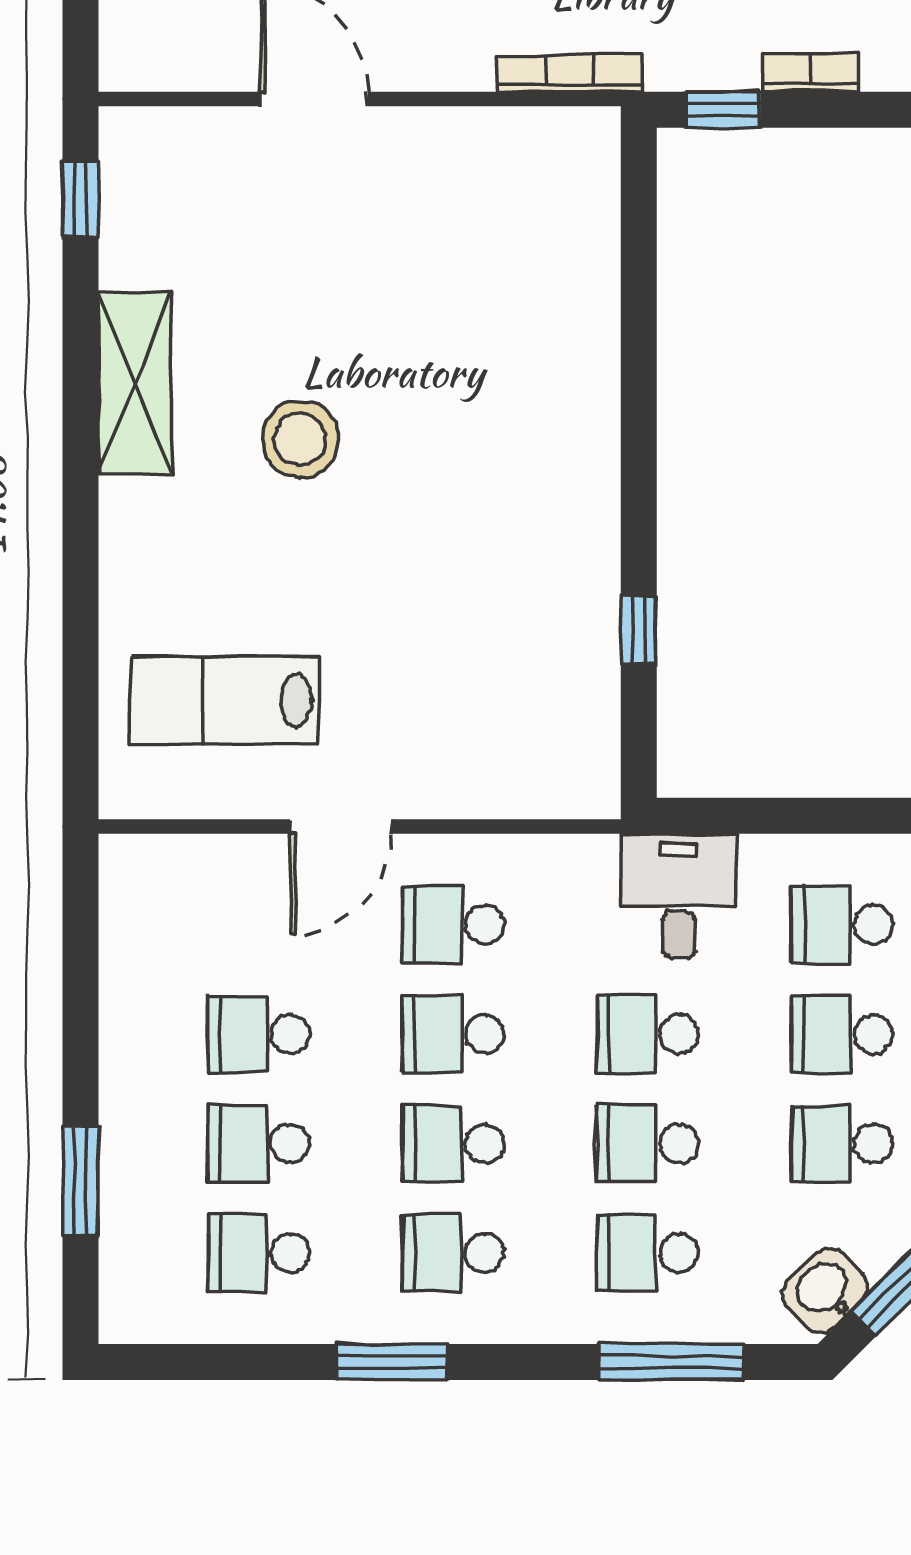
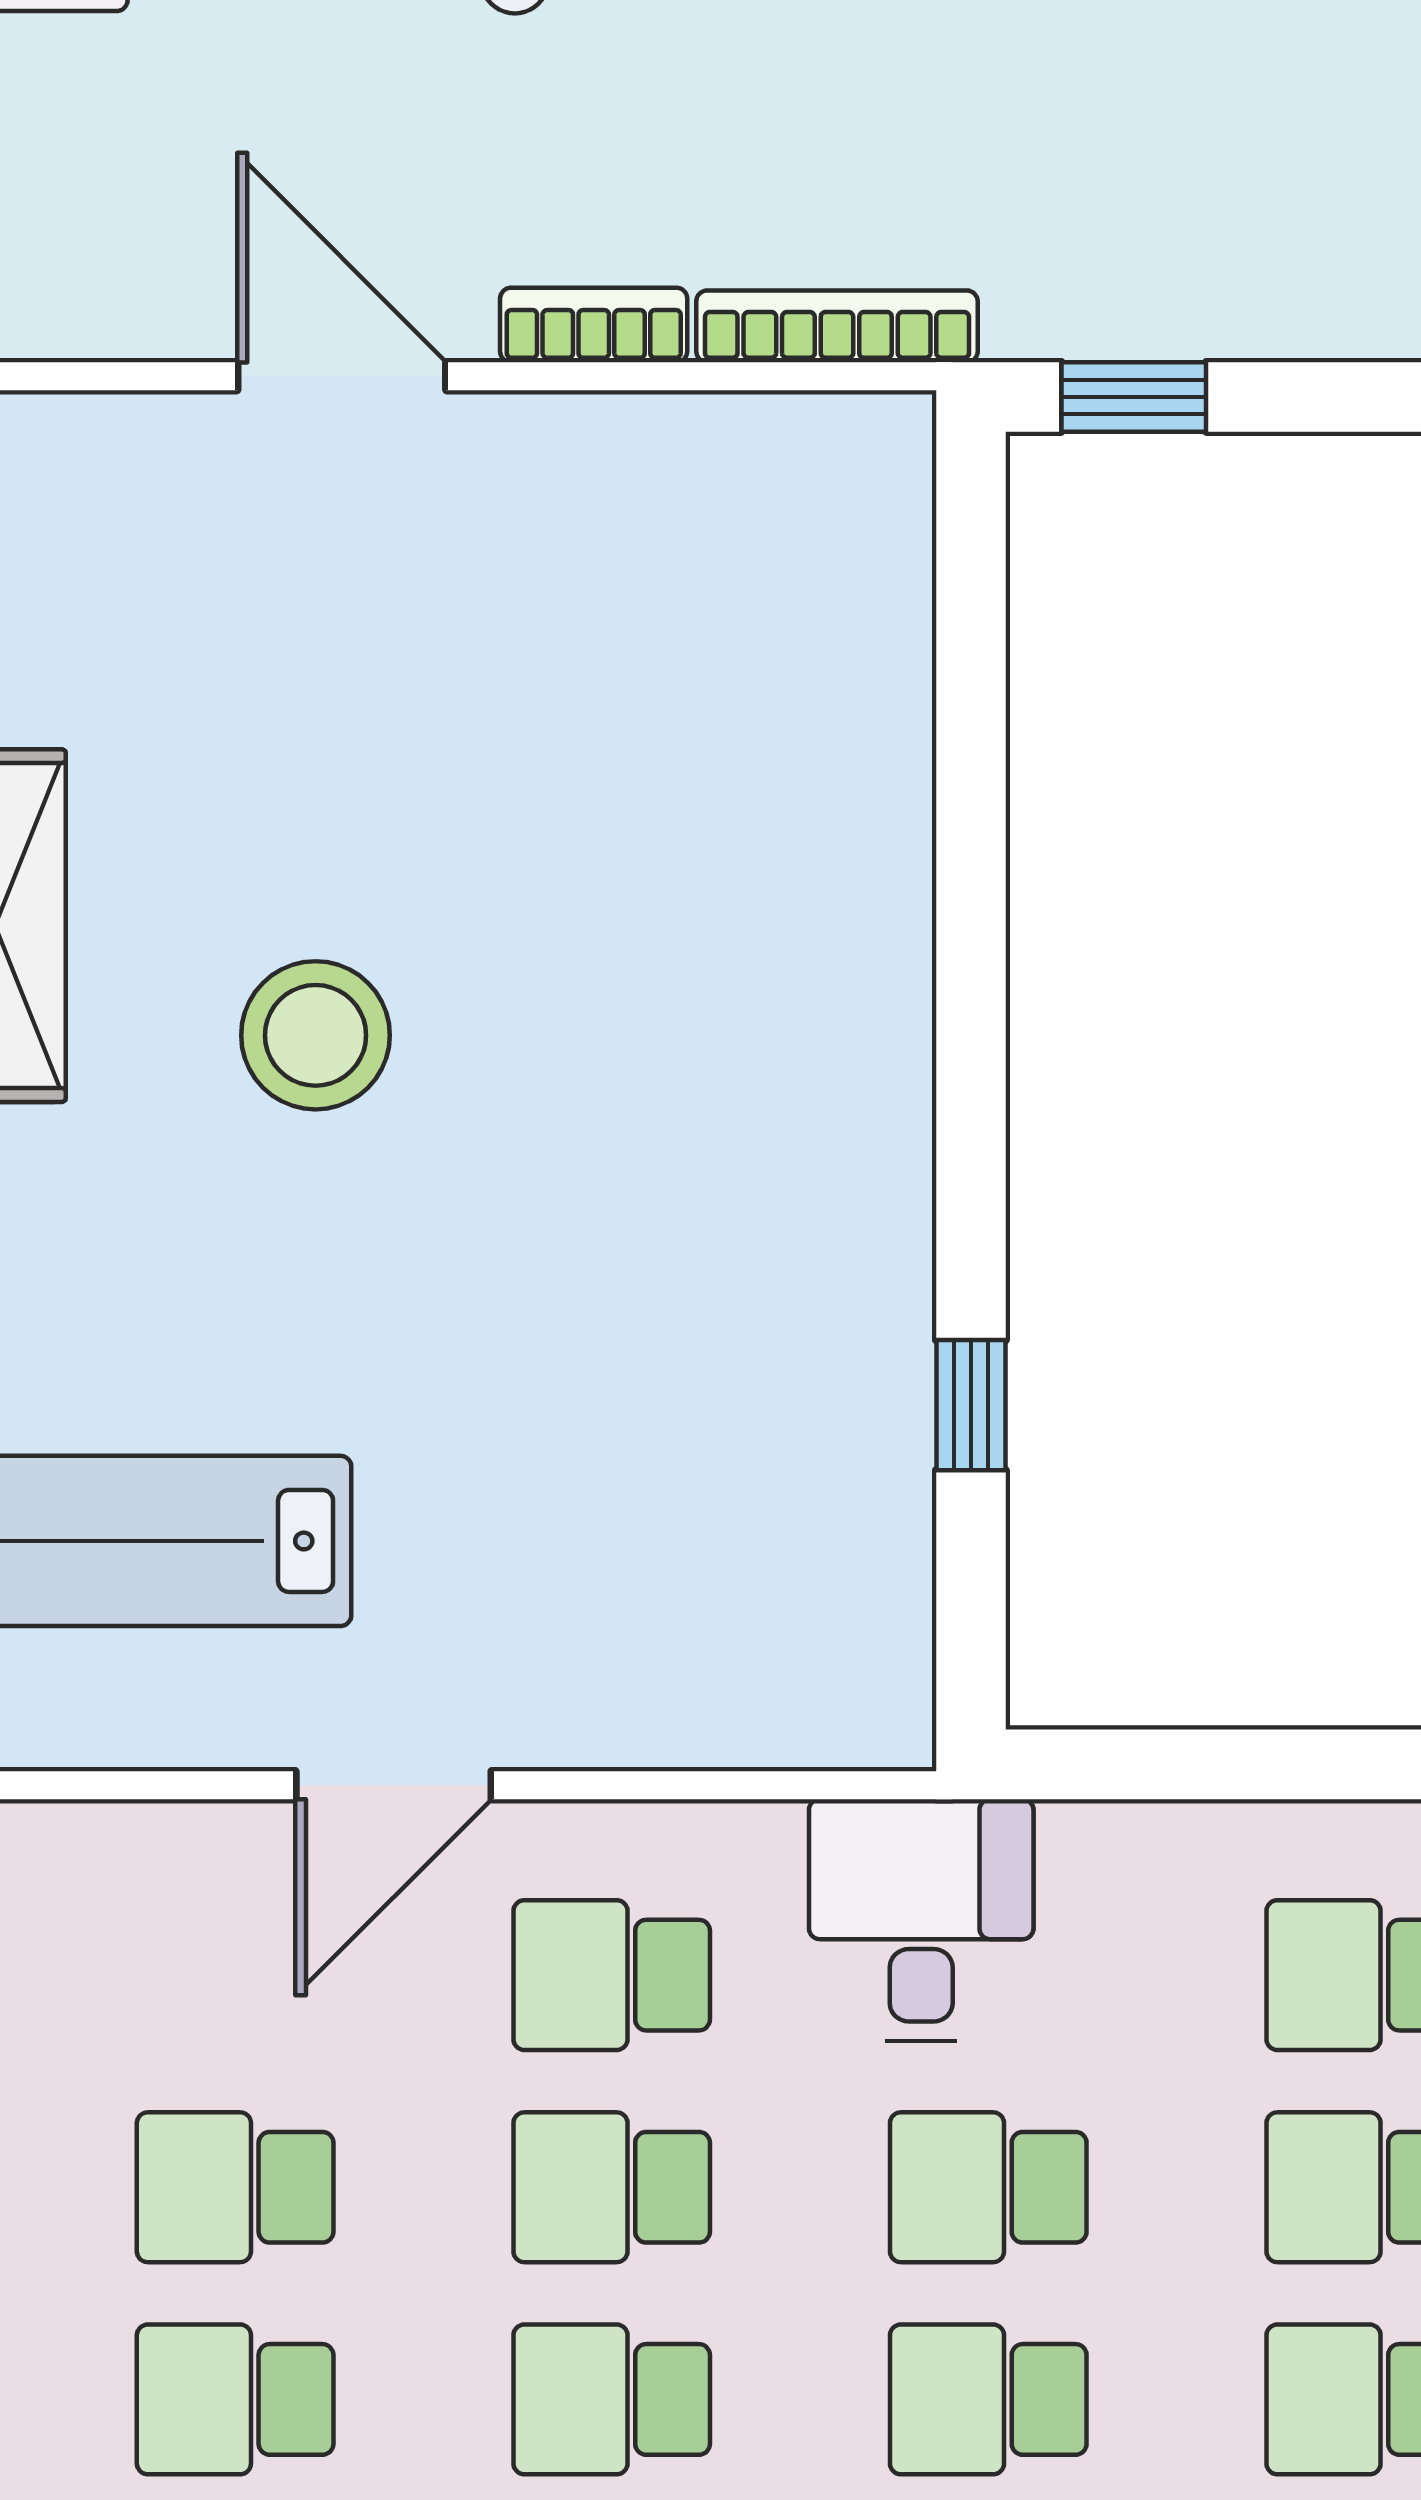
bookcase: (811, 73) -> (594, 325), moved
desk: (679, 896) -> (921, 1920), moved

